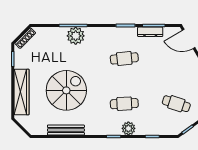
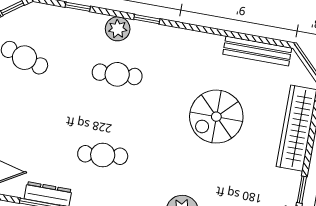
spiral stairs: (66, 90) -> (216, 117), width x0.73, depth x0.73
bench: (66, 130) -> (257, 51), moved

